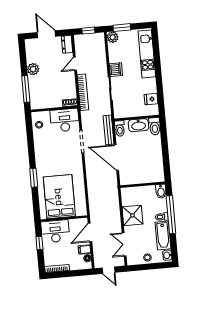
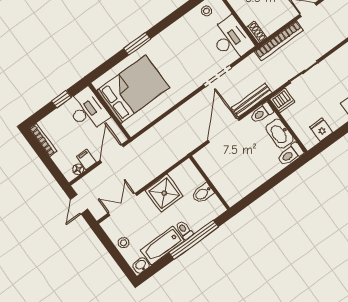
dishwasher: (116, 70) -> (282, 100), moved
bidet: (161, 191) -> (203, 193), moved
door: (90, 232) -> (112, 154), hinge flipped

